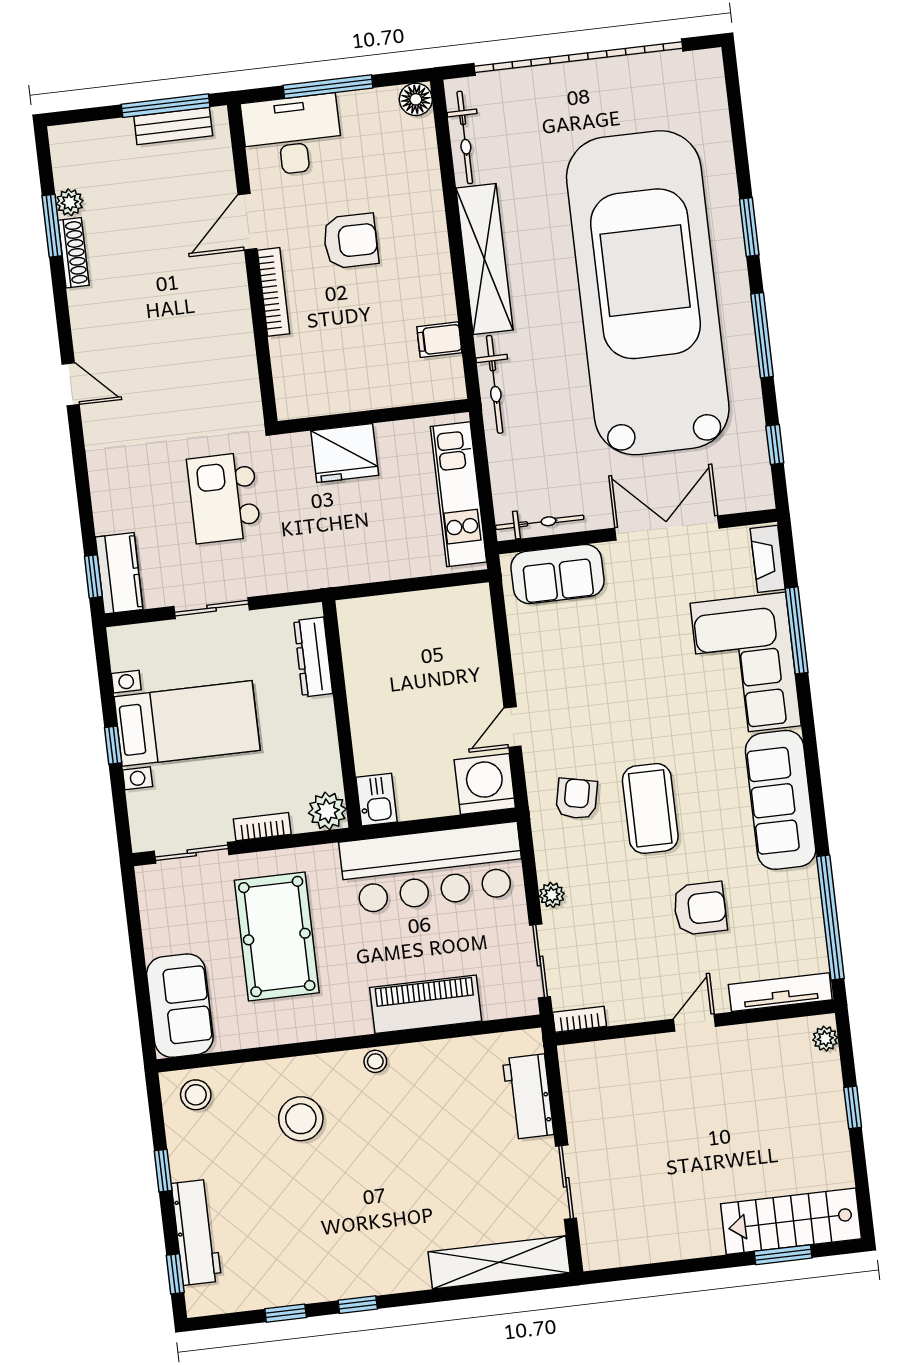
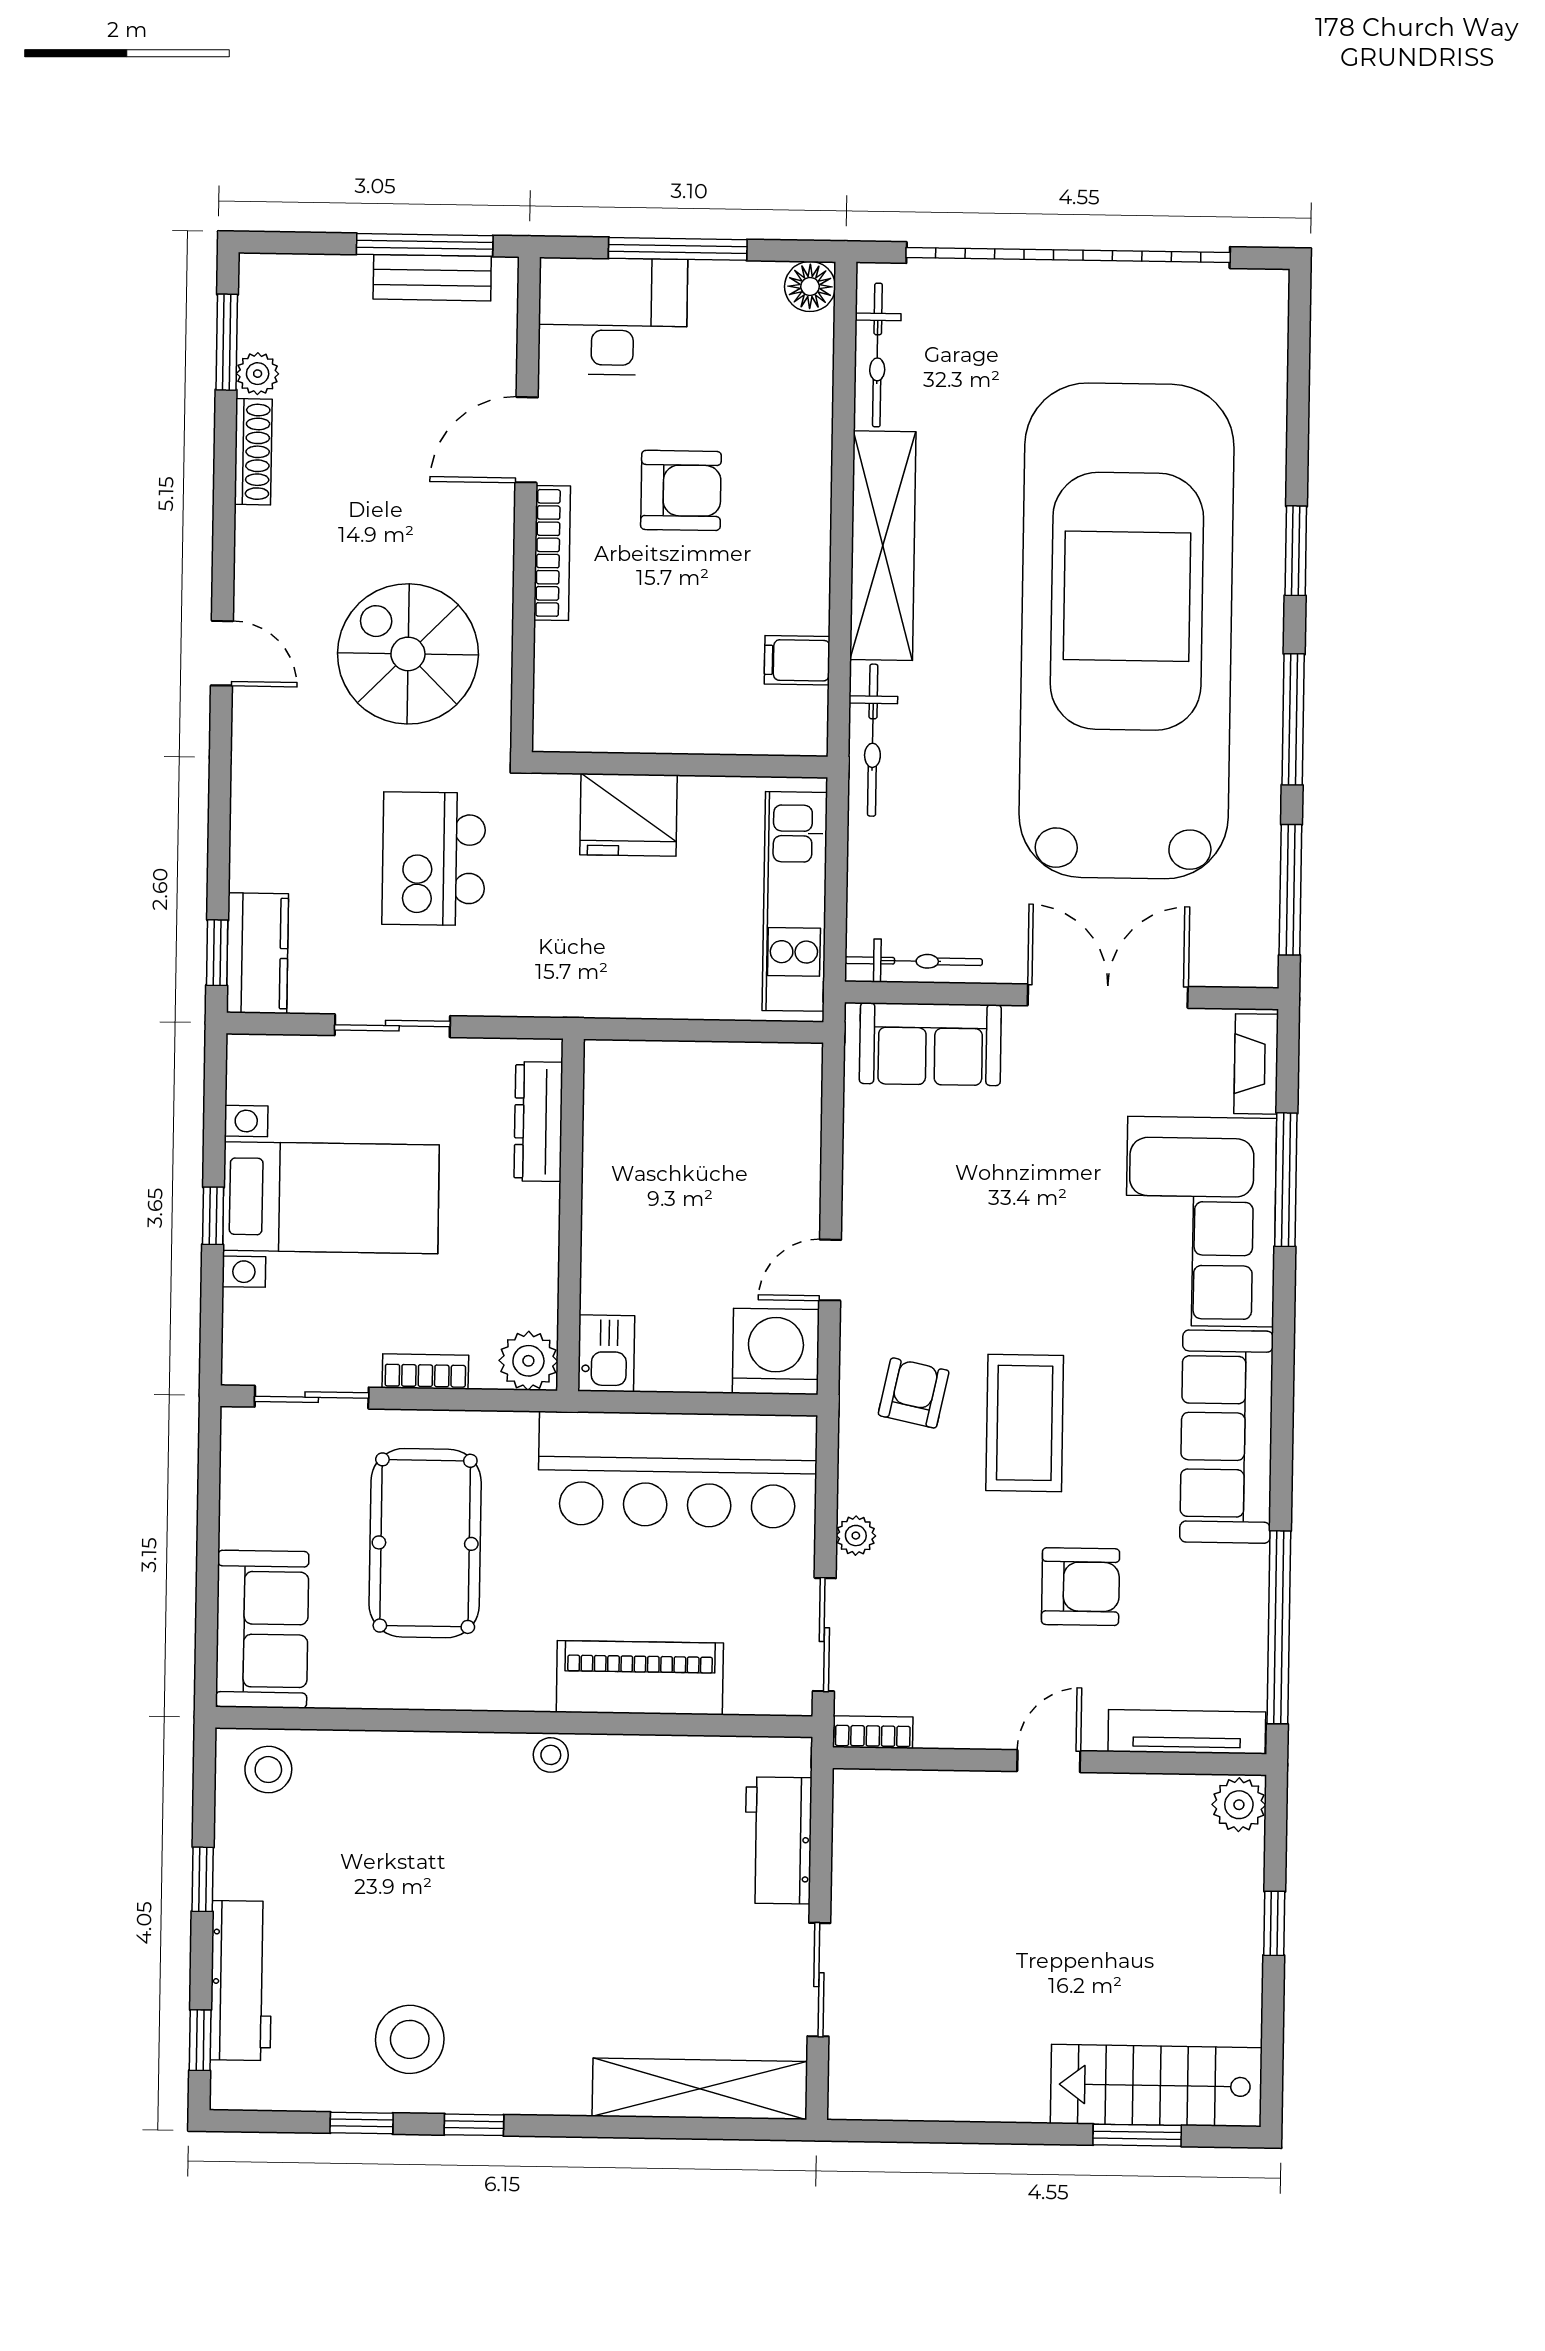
window: (52, 226) -> (227, 342), moved
spiral stairs: (190, 369) -> (408, 654), added
window: (775, 444) -> (1290, 890), width x2.17
plant: (825, 1039) -> (1239, 1805), width x1.38, depth x1.38
stool: (301, 1119) -> (410, 2039), moved

